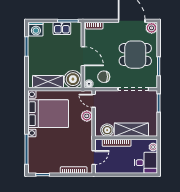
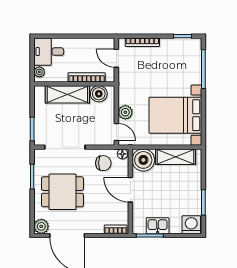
door: (94, 158) -> (116, 58), hinge flipped

